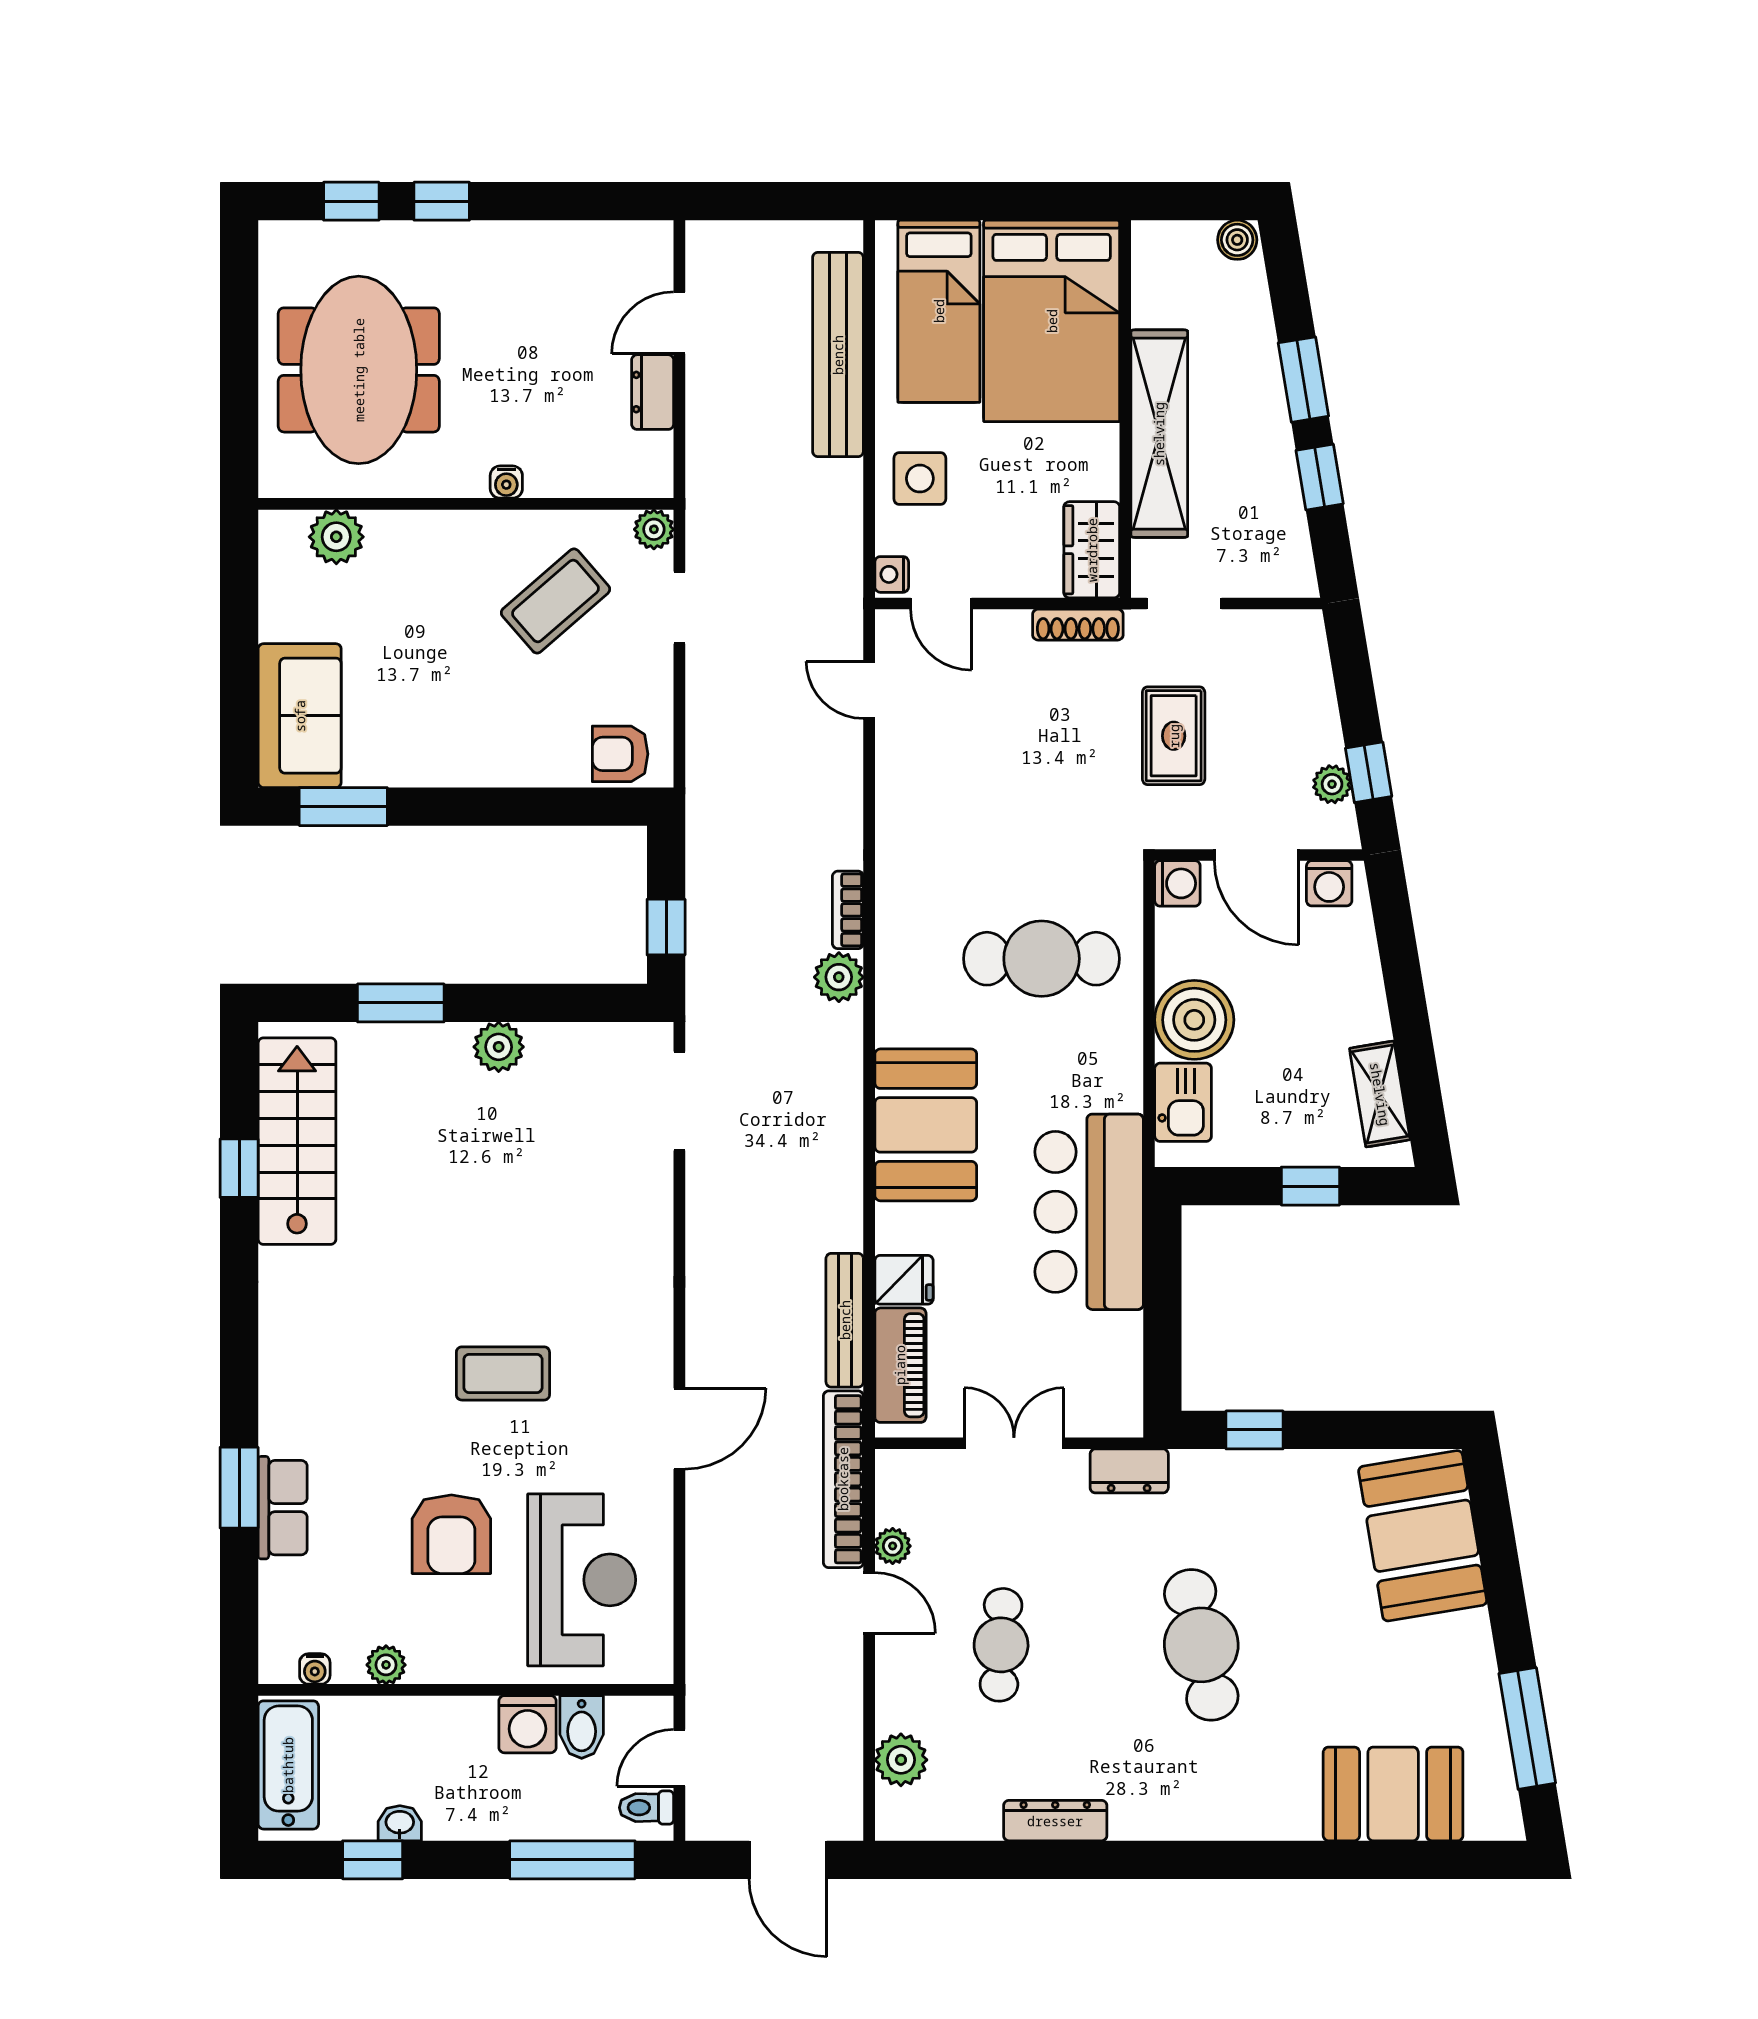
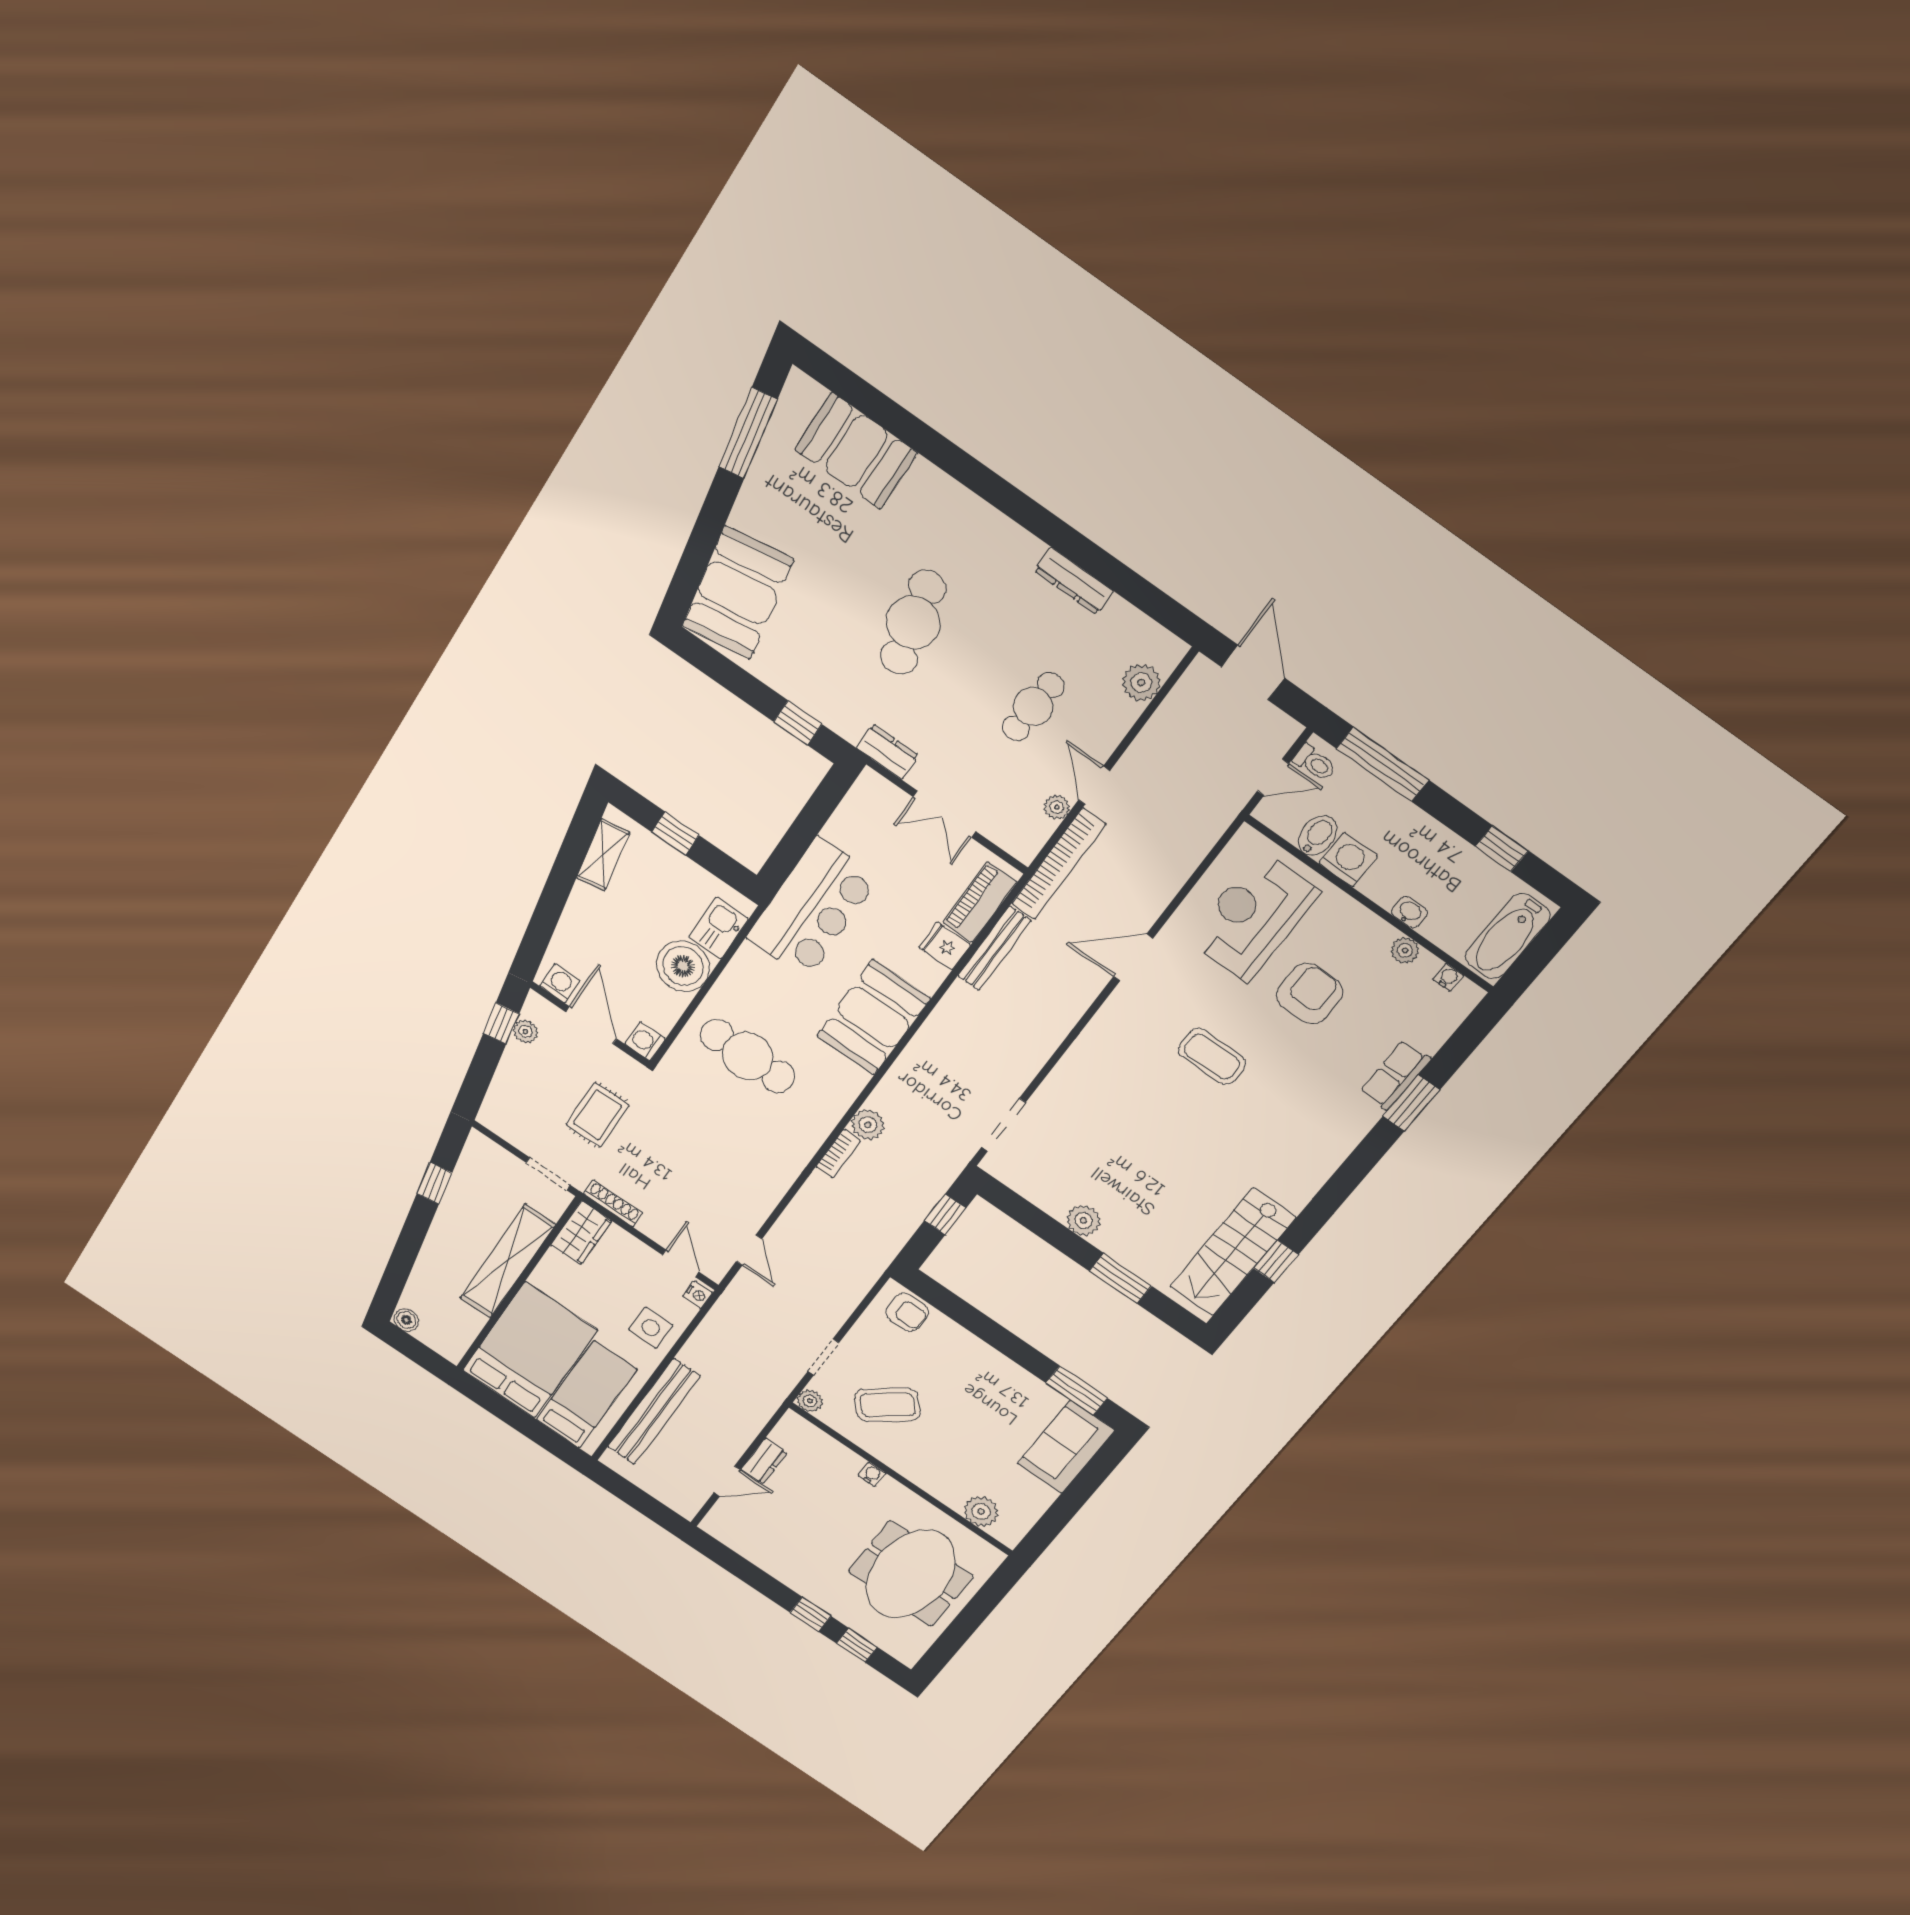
window: (1303, 380) -> (413, 1234), removed
washbasin: (400, 1823) -> (1409, 912), moved, turned 180

